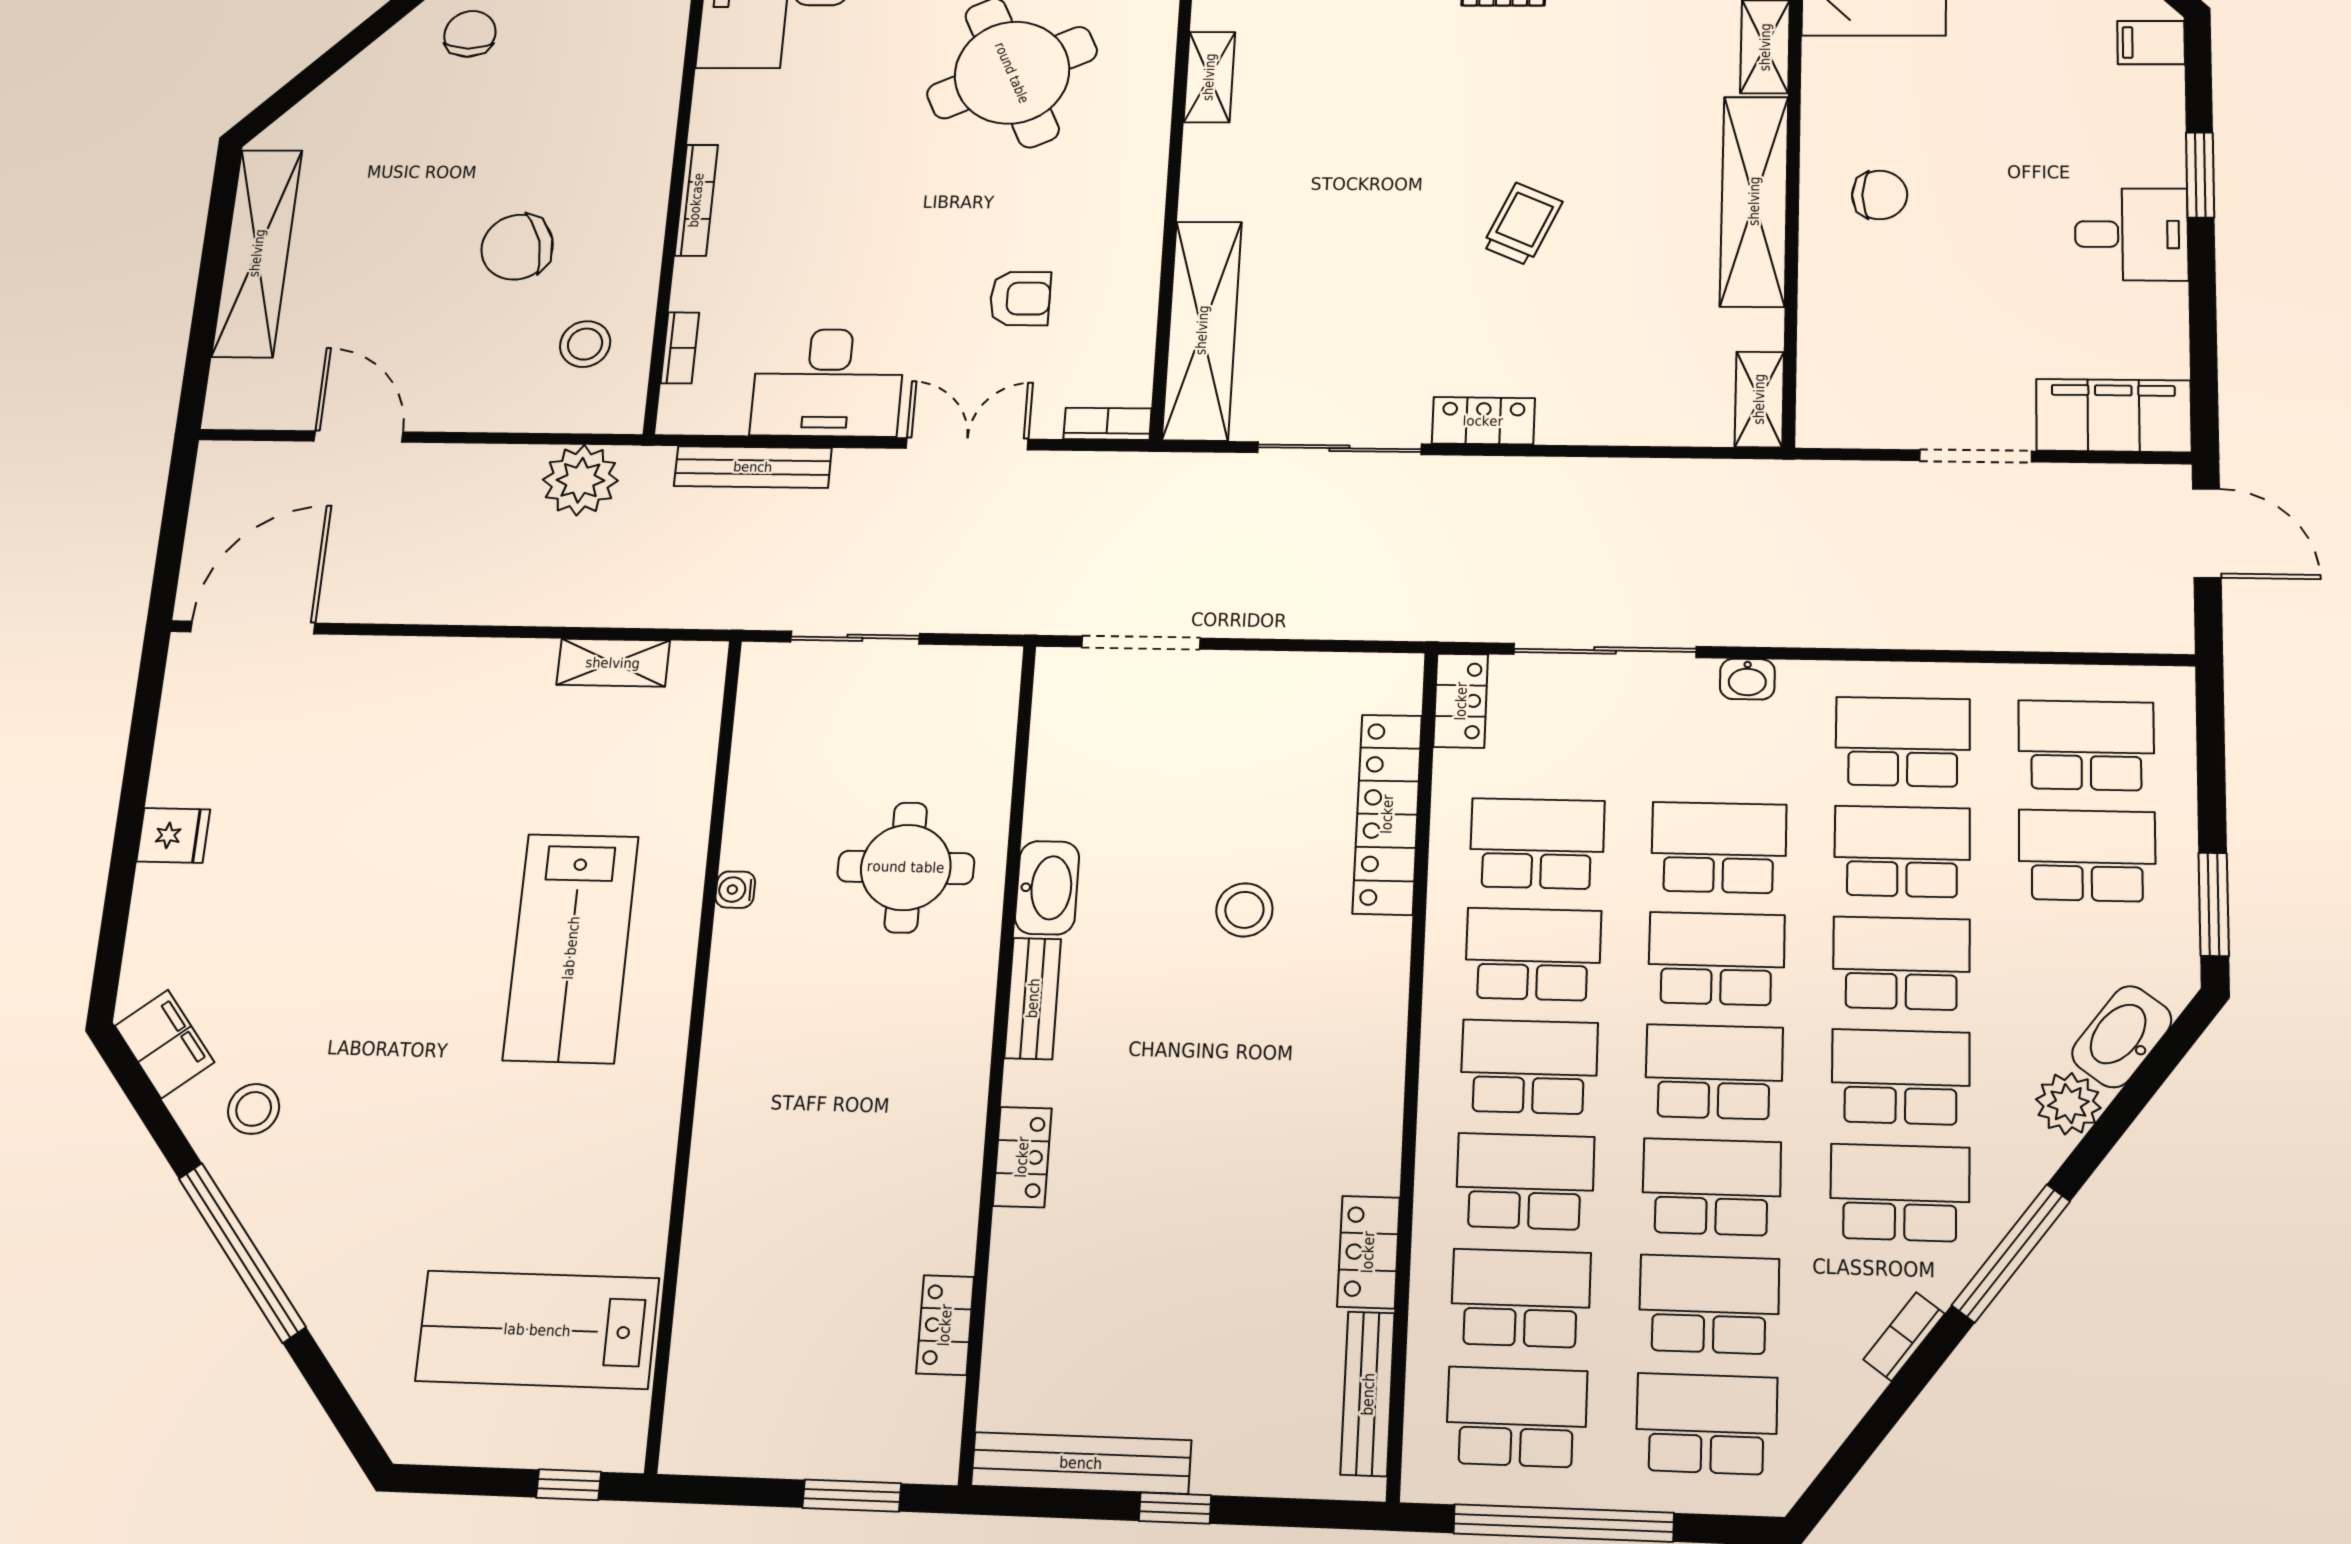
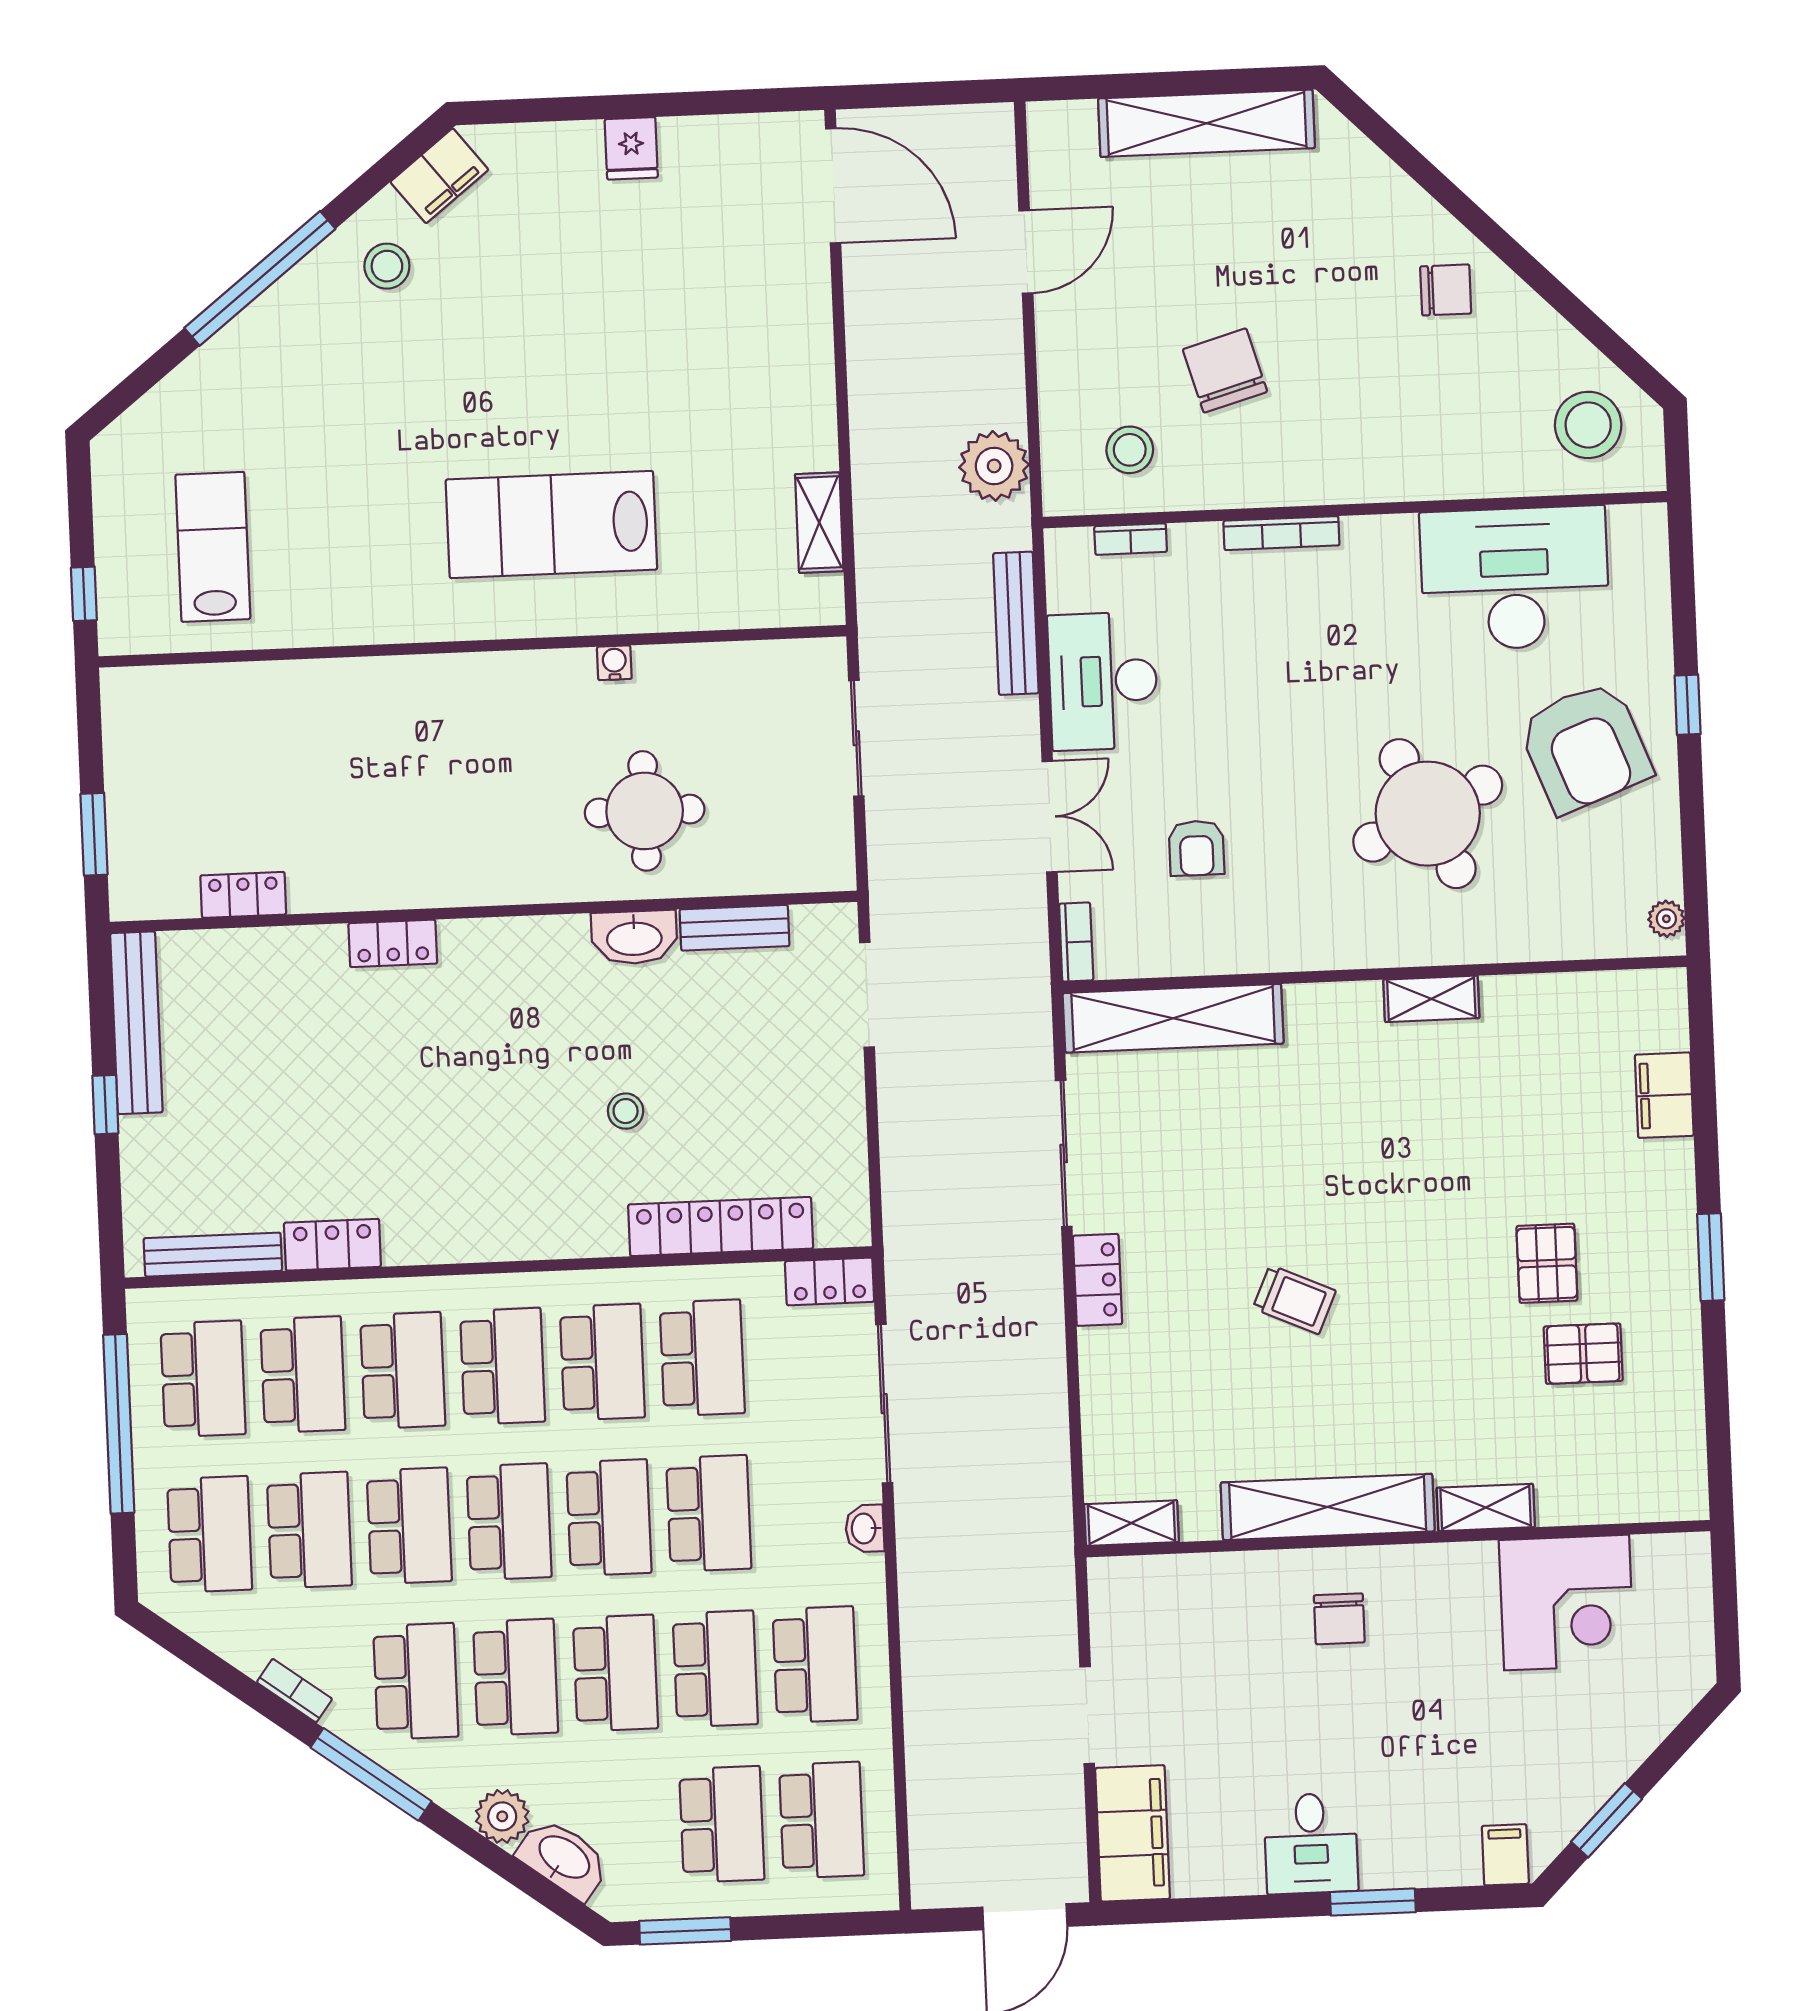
stool: (1244, 910) -> (626, 1111), width x0.73, depth x0.73
bench: (1033, 998) -> (734, 928), moved
lab bench: (537, 1330) -> (213, 547), width x0.73, depth x0.72

